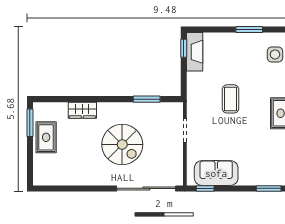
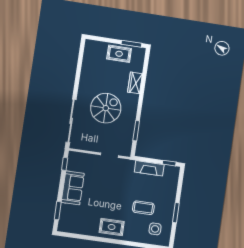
fireplace: (195, 52) -> (149, 168), moved
coffee table: (231, 99) -> (143, 208), moved
spiral stairs: (122, 145) -> (106, 108), turned 180
sofa: (216, 173) -> (73, 188), moved

